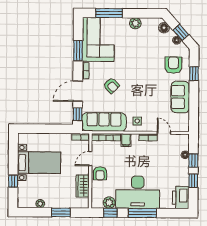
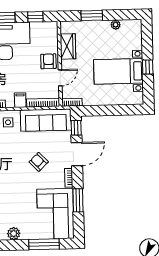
window: (13, 181) -> (148, 67), moved
plant: (109, 203) -> (37, 28), removed

